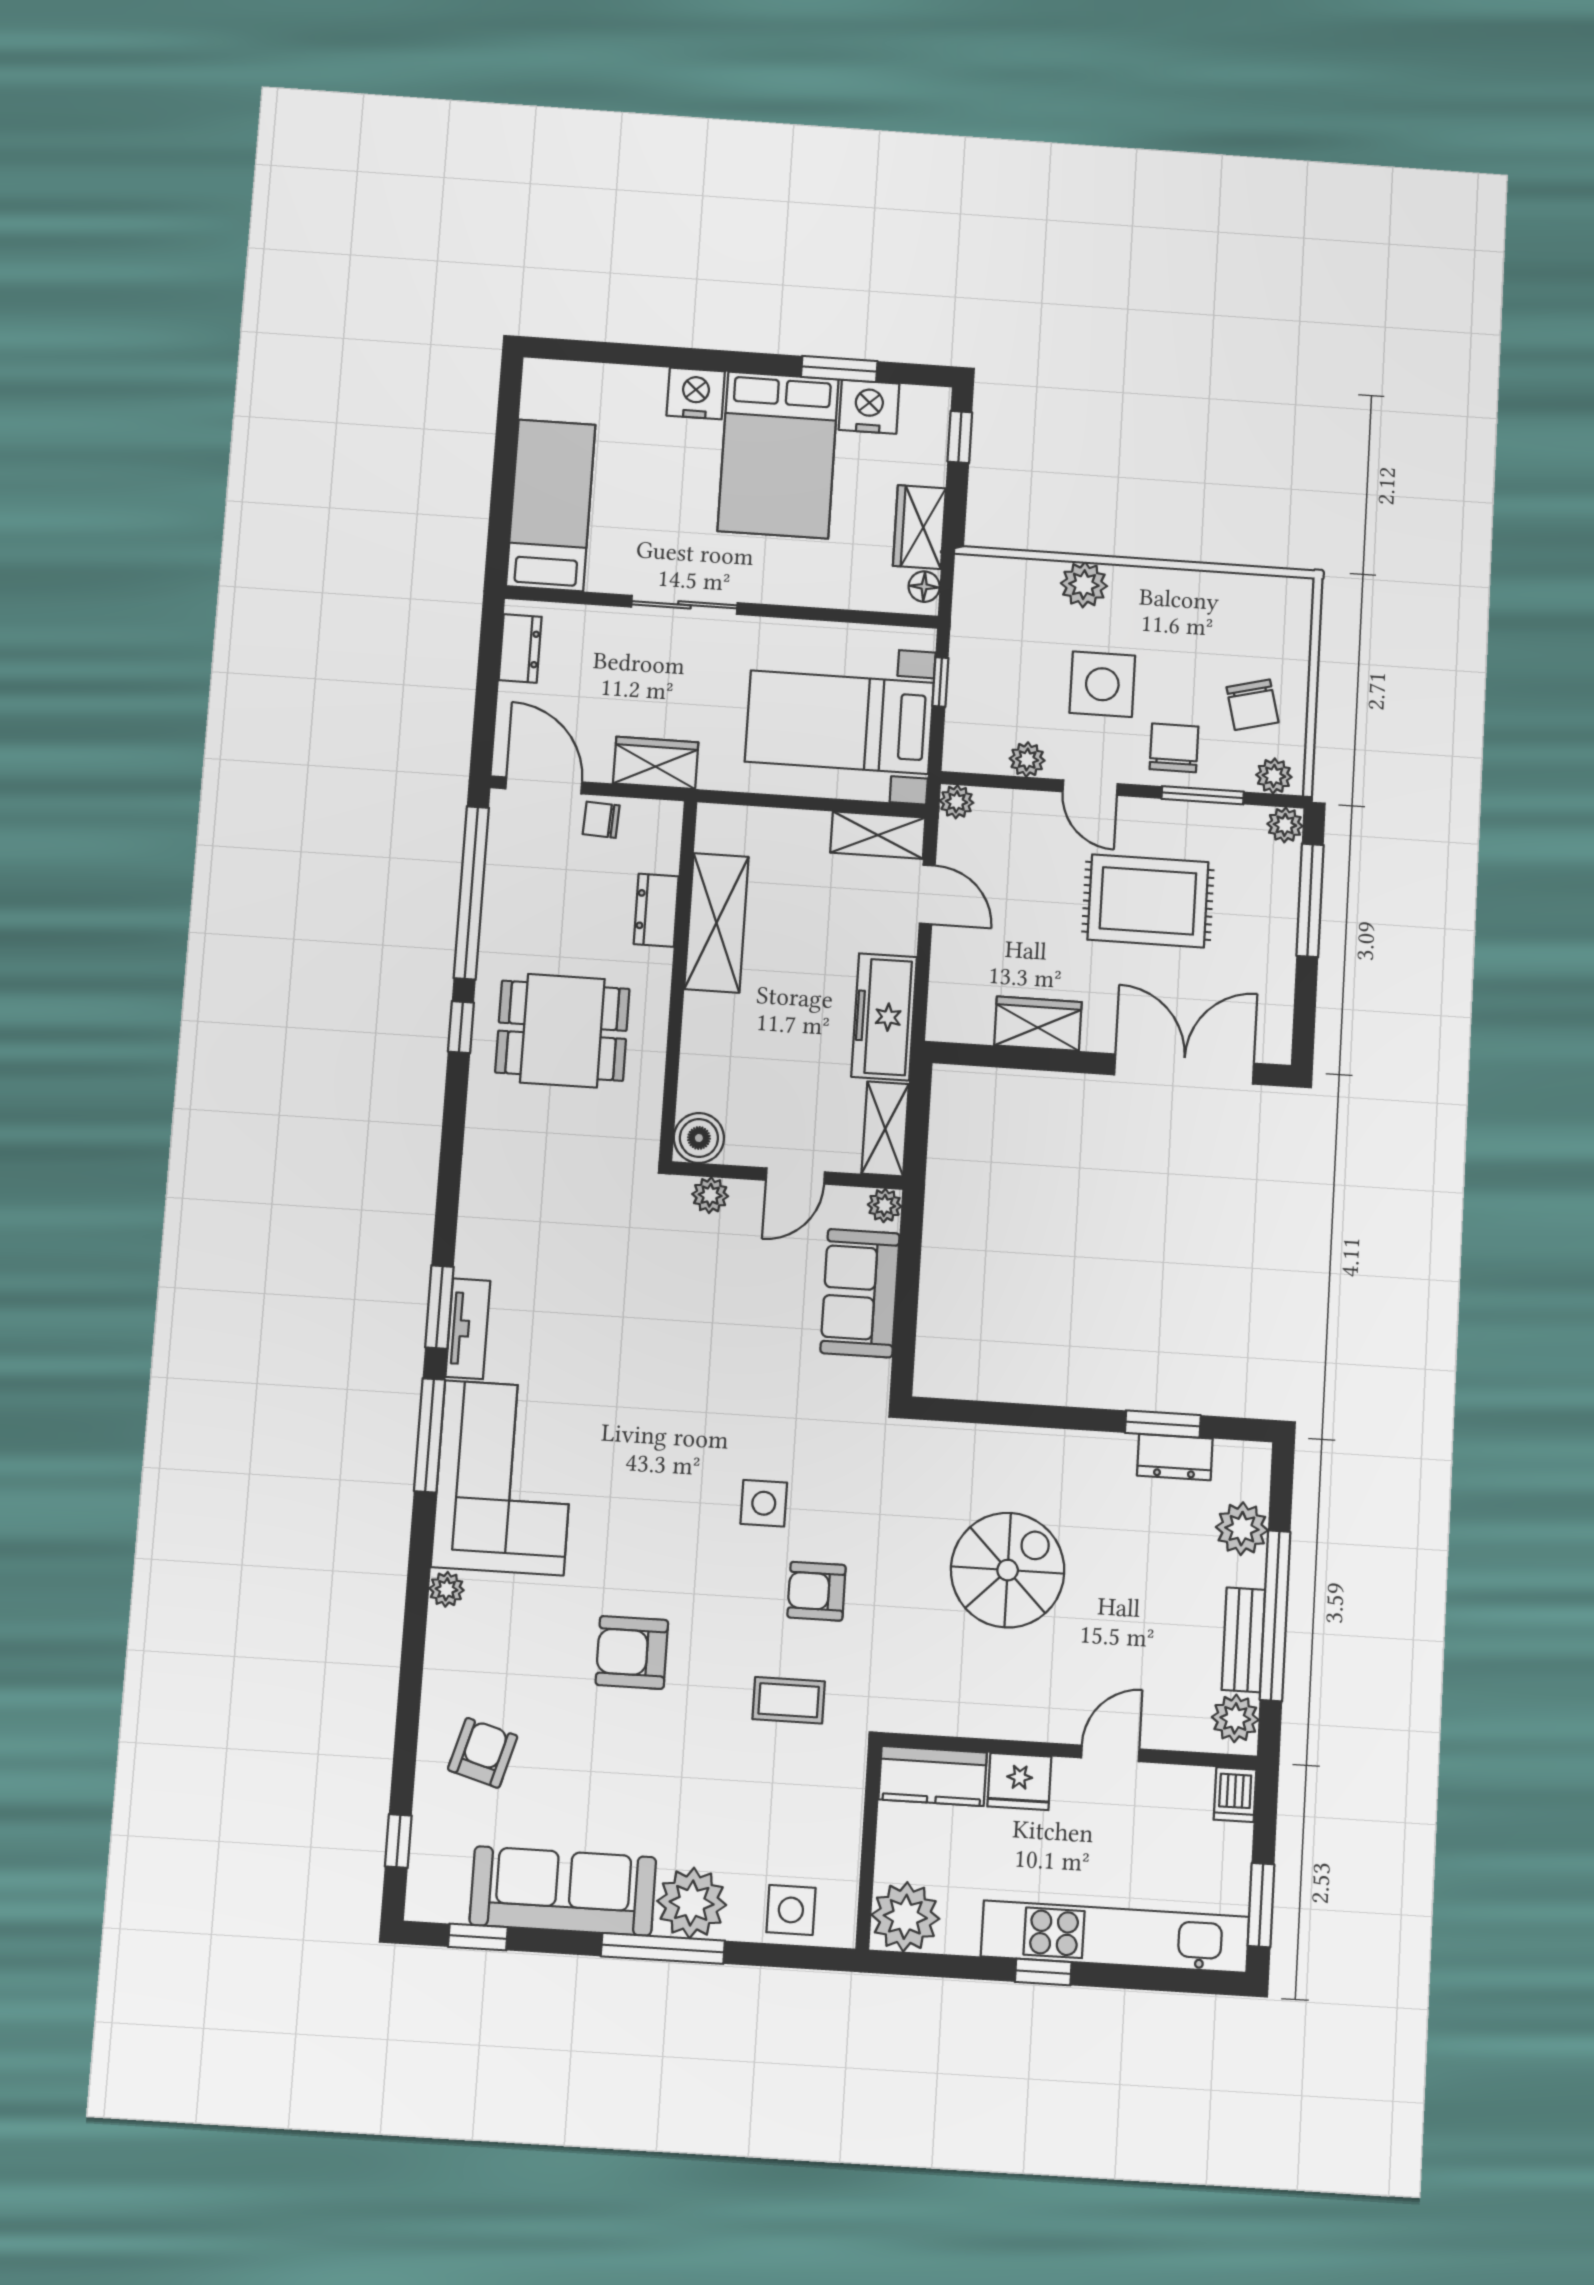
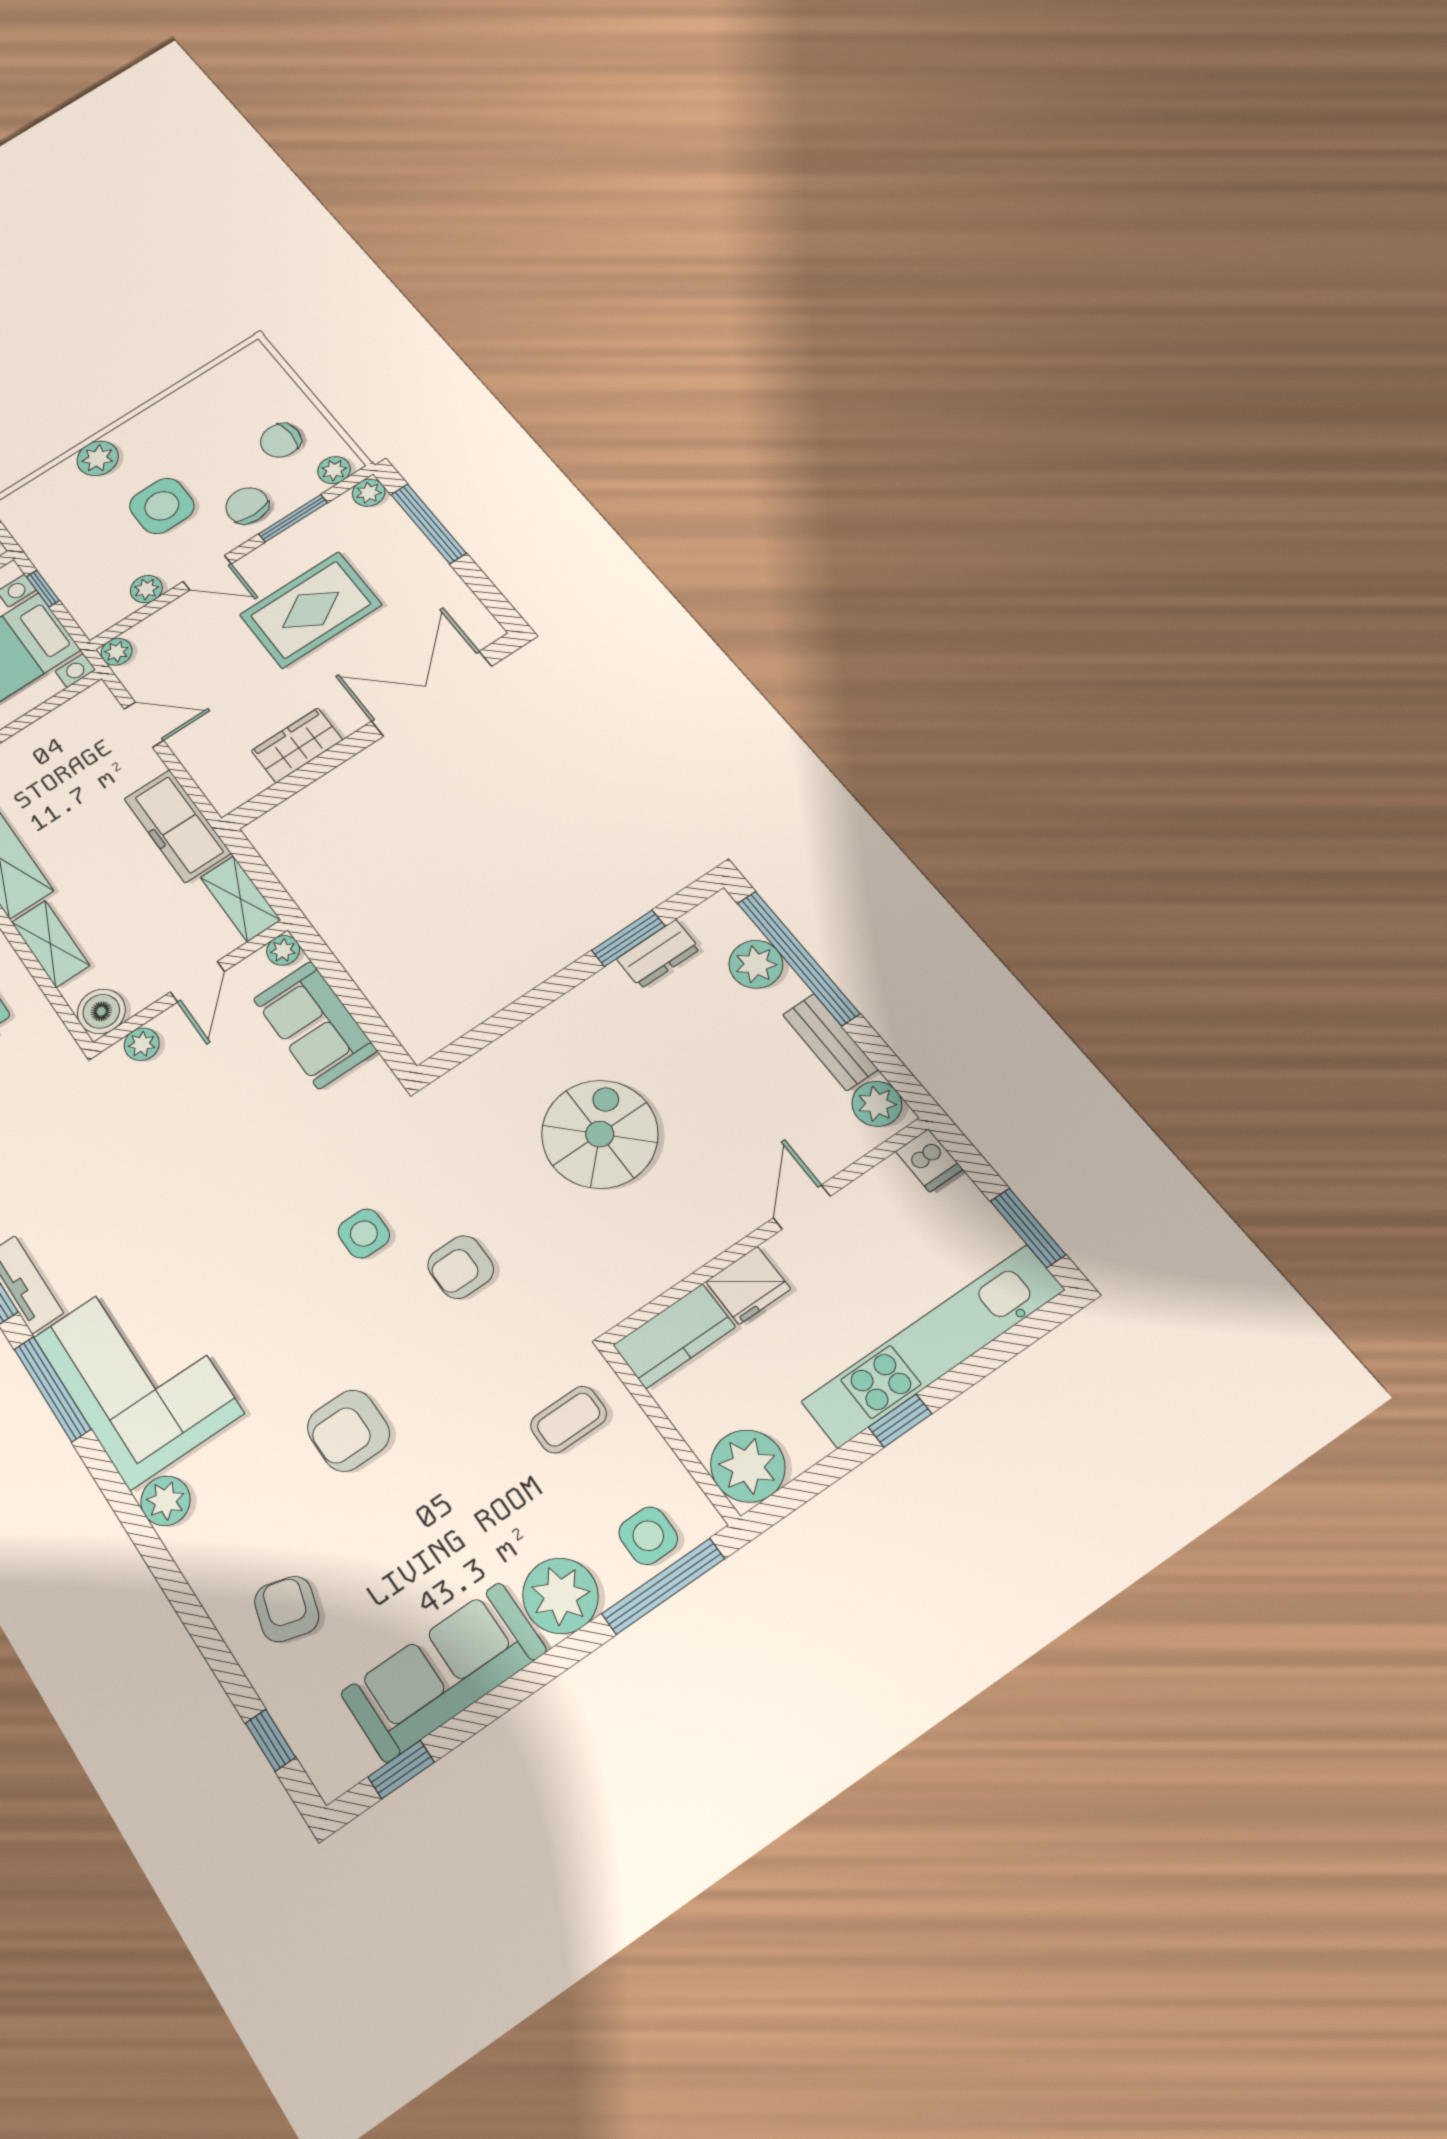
chair: (1253, 705) -> (281, 440), turned 104
shelving: (878, 835) -> (51, 944), moved, turned 90
plant: (446, 1589) -> (165, 1501), width x1.38, depth x1.38
window: (1275, 1616) -> (798, 958), moved
coffee table: (789, 1700) -> (569, 1420), moved
window: (663, 1948) -> (663, 1586), moved

